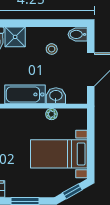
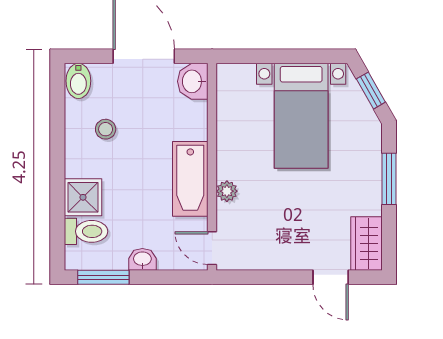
washbasin: (56, 96) -> (193, 81), moved
plant: (51, 114) -> (227, 191), moved

